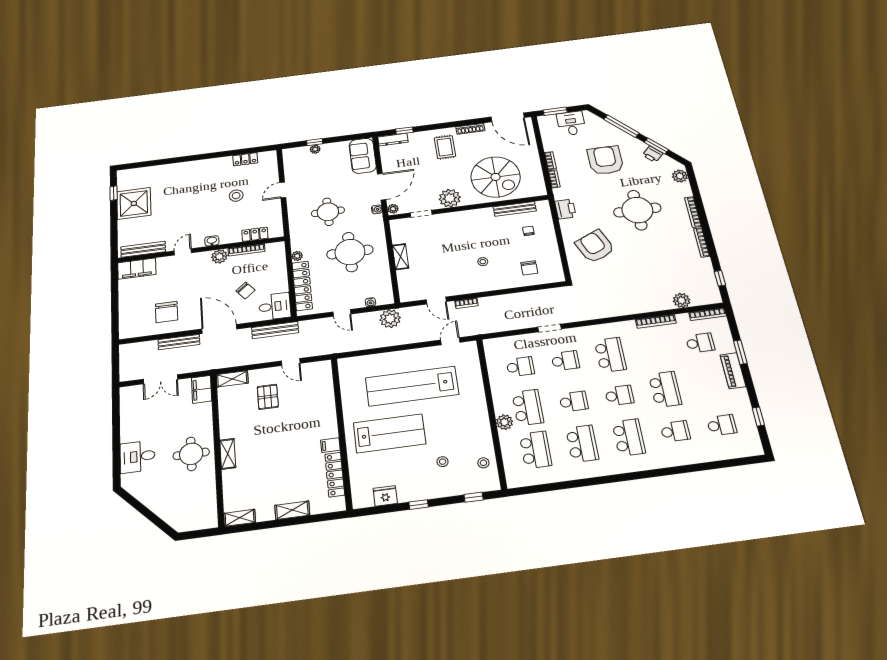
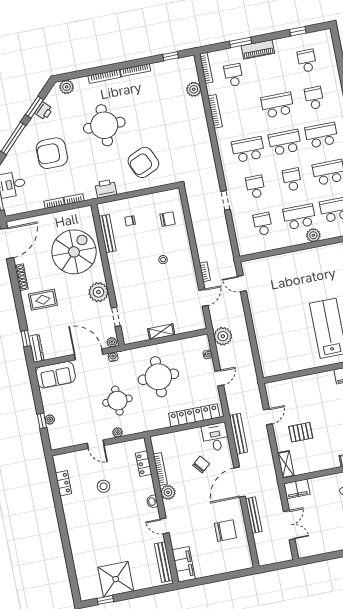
plant: (297, 256) -> (117, 432), moved
lab bench: (412, 386) -> (285, 313), removed
school desk: (619, 395) -> (285, 142), width x1.85

